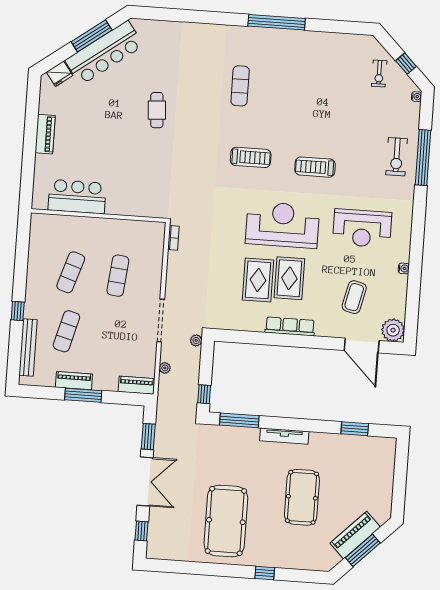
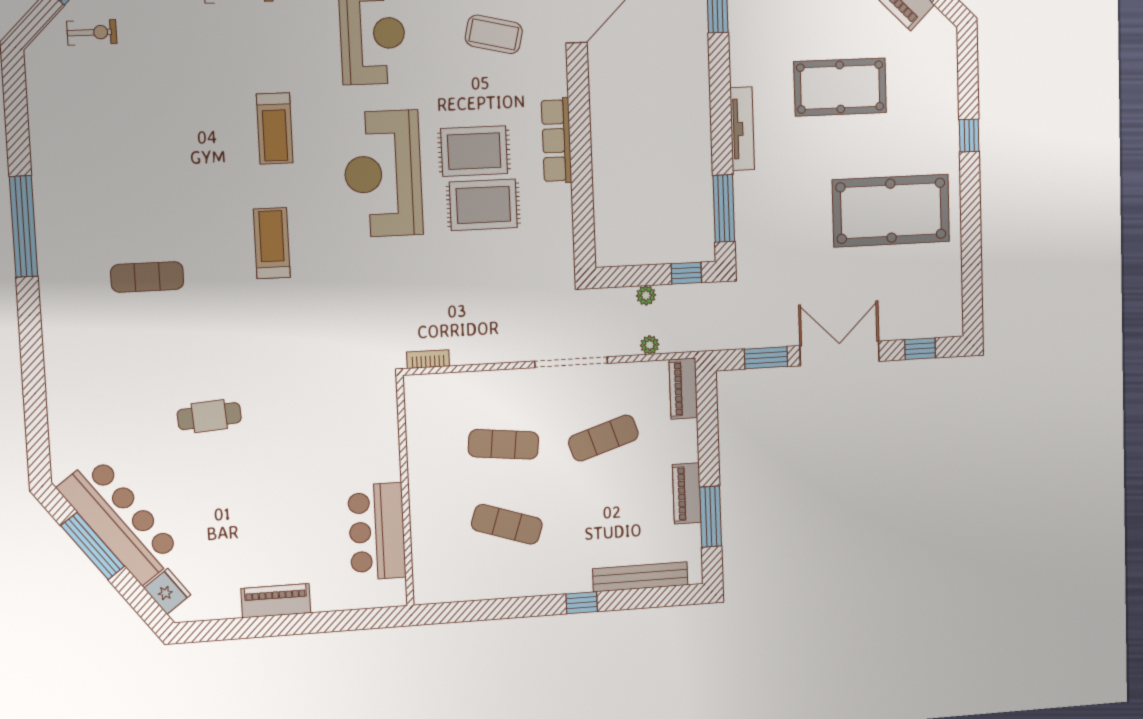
exercise mat: (66, 331) -> (603, 438), moved, turned -33
plant: (196, 340) -> (646, 295), moved
window: (83, 395) -> (711, 517), moved

